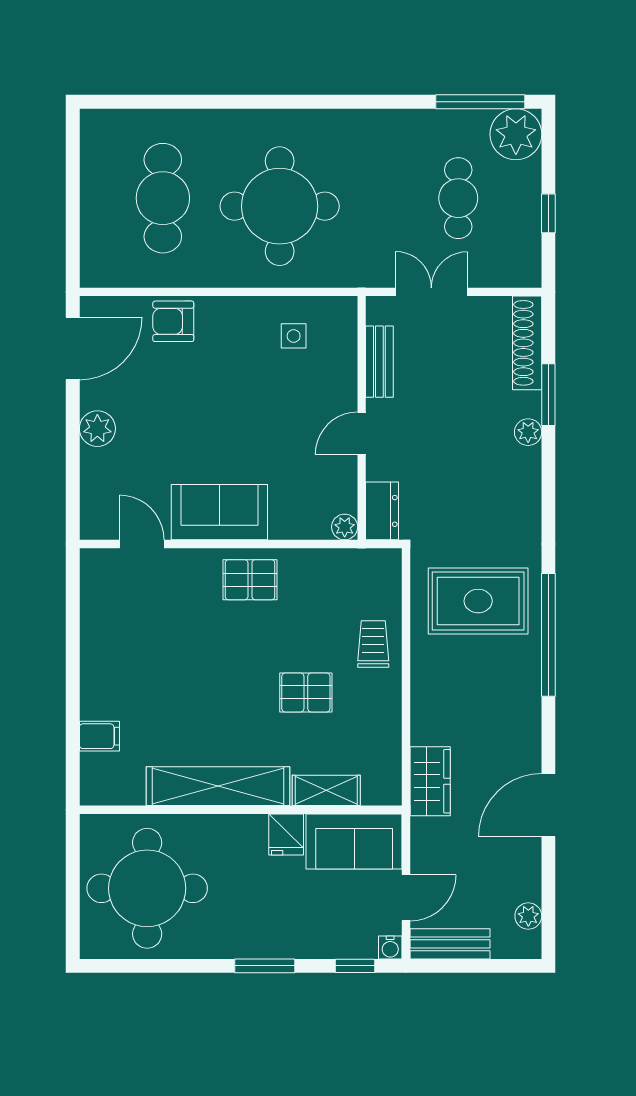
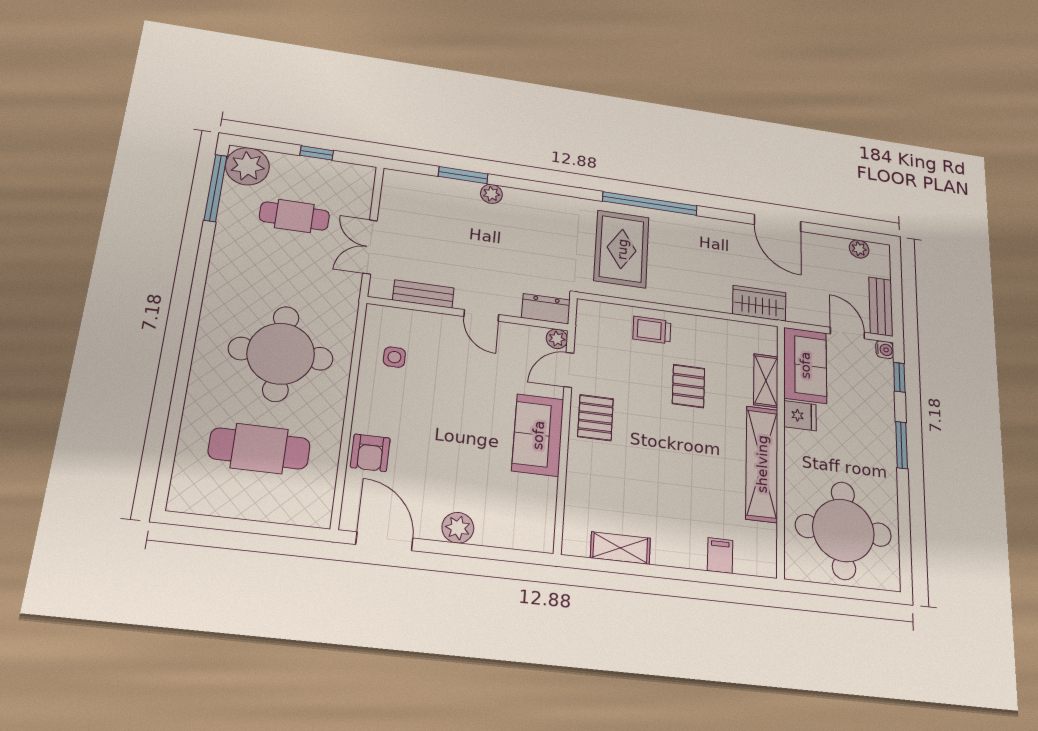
shoe rack: (527, 343) -> (420, 184), removed
door: (142, 544) -> (569, 370), moved
shelving: (95, 617) -> (620, 548), added

